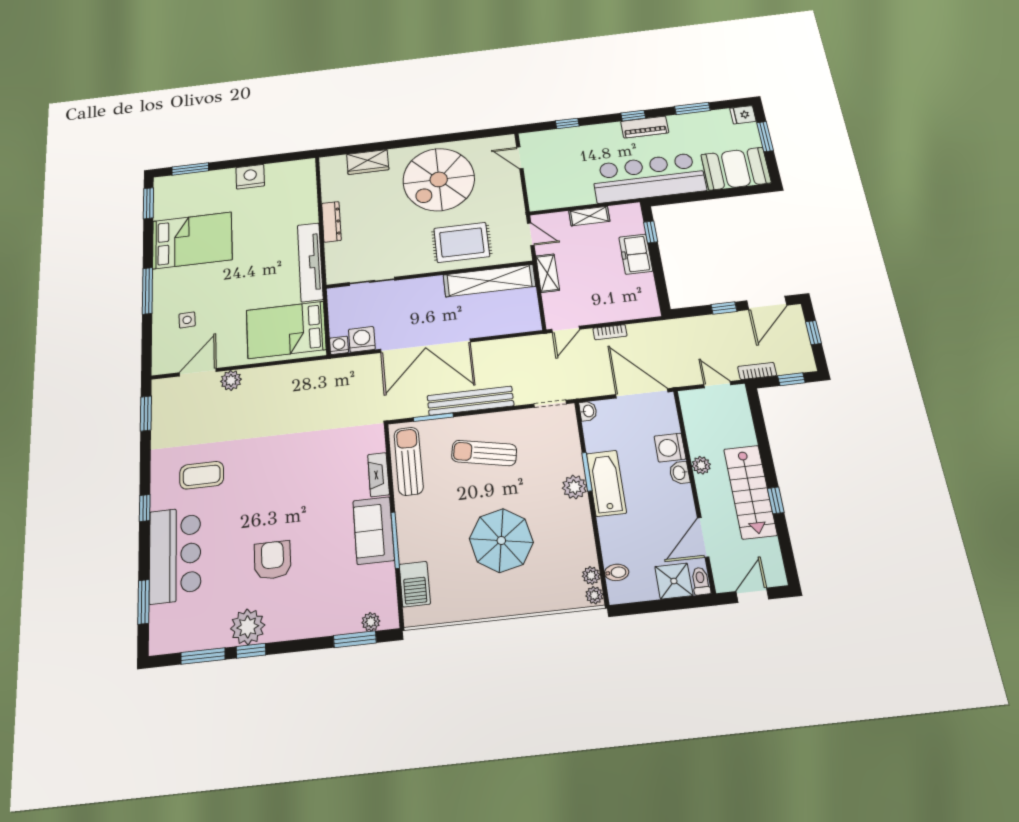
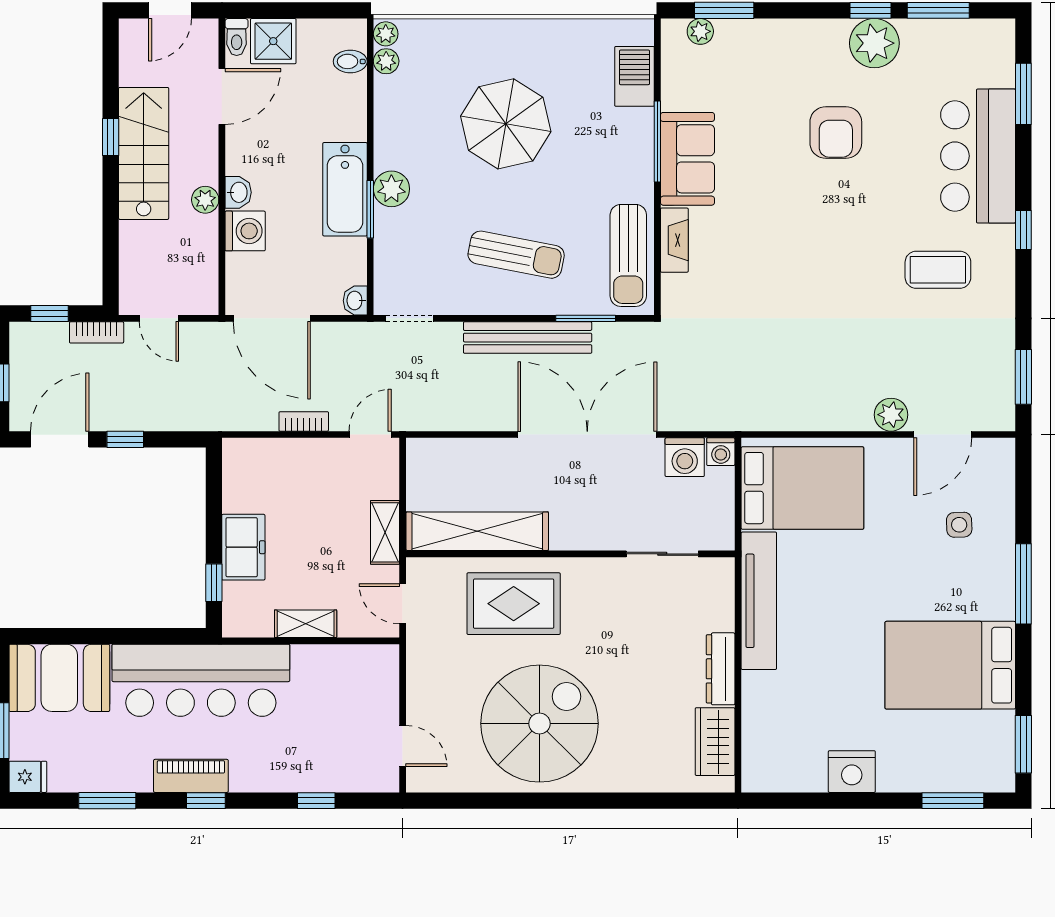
wardrobe: (368, 162) -> (715, 742), moved, turned -90

